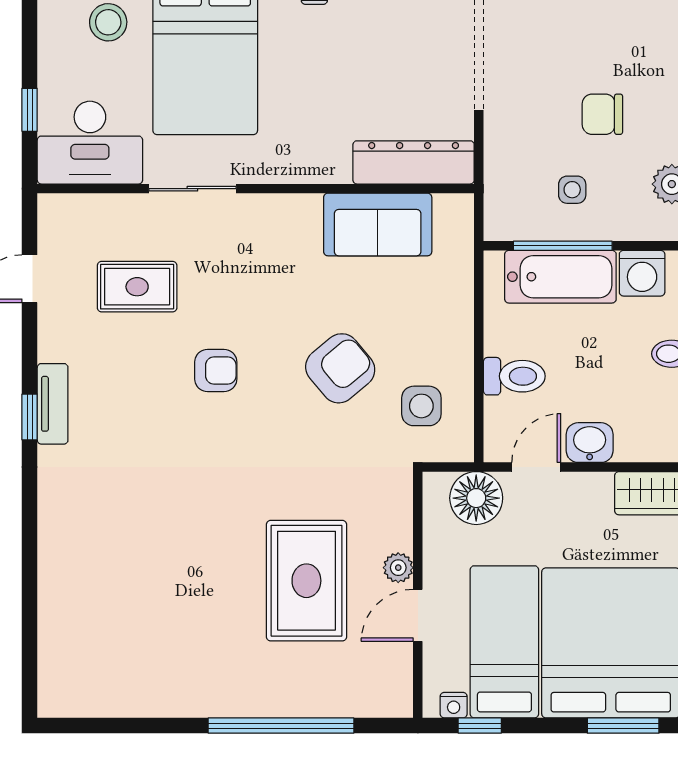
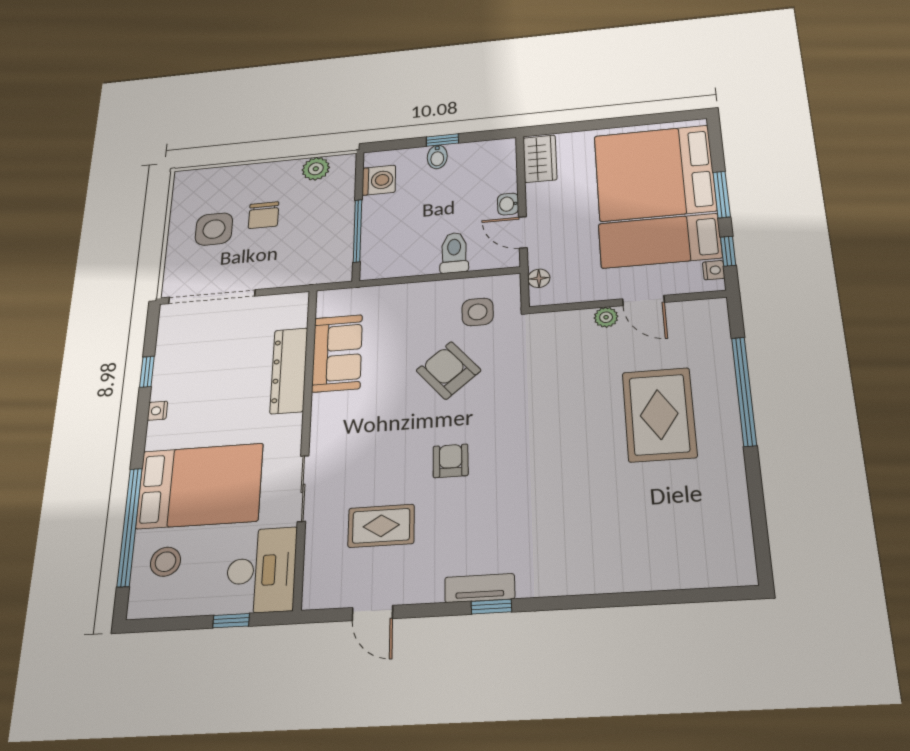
dresser: (414, 162) -> (289, 371), moved
side table: (572, 190) -> (214, 229), moved, width x1.87, depth x1.87
bathtub: (560, 277) -> (380, 230), removed
rug: (137, 287) -> (381, 526), turned 90
washbasin: (590, 443) -> (508, 204), width x0.72, depth x0.69
floor lamp: (476, 498) -> (539, 278), width x0.53, depth x0.53
rug: (306, 581) -> (659, 415), moved, turned 90
window: (623, 726) -> (722, 195), moved

